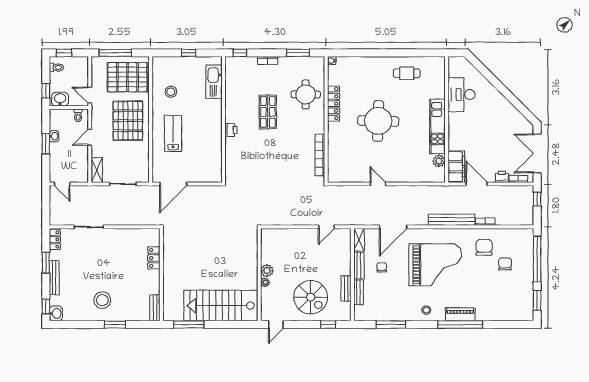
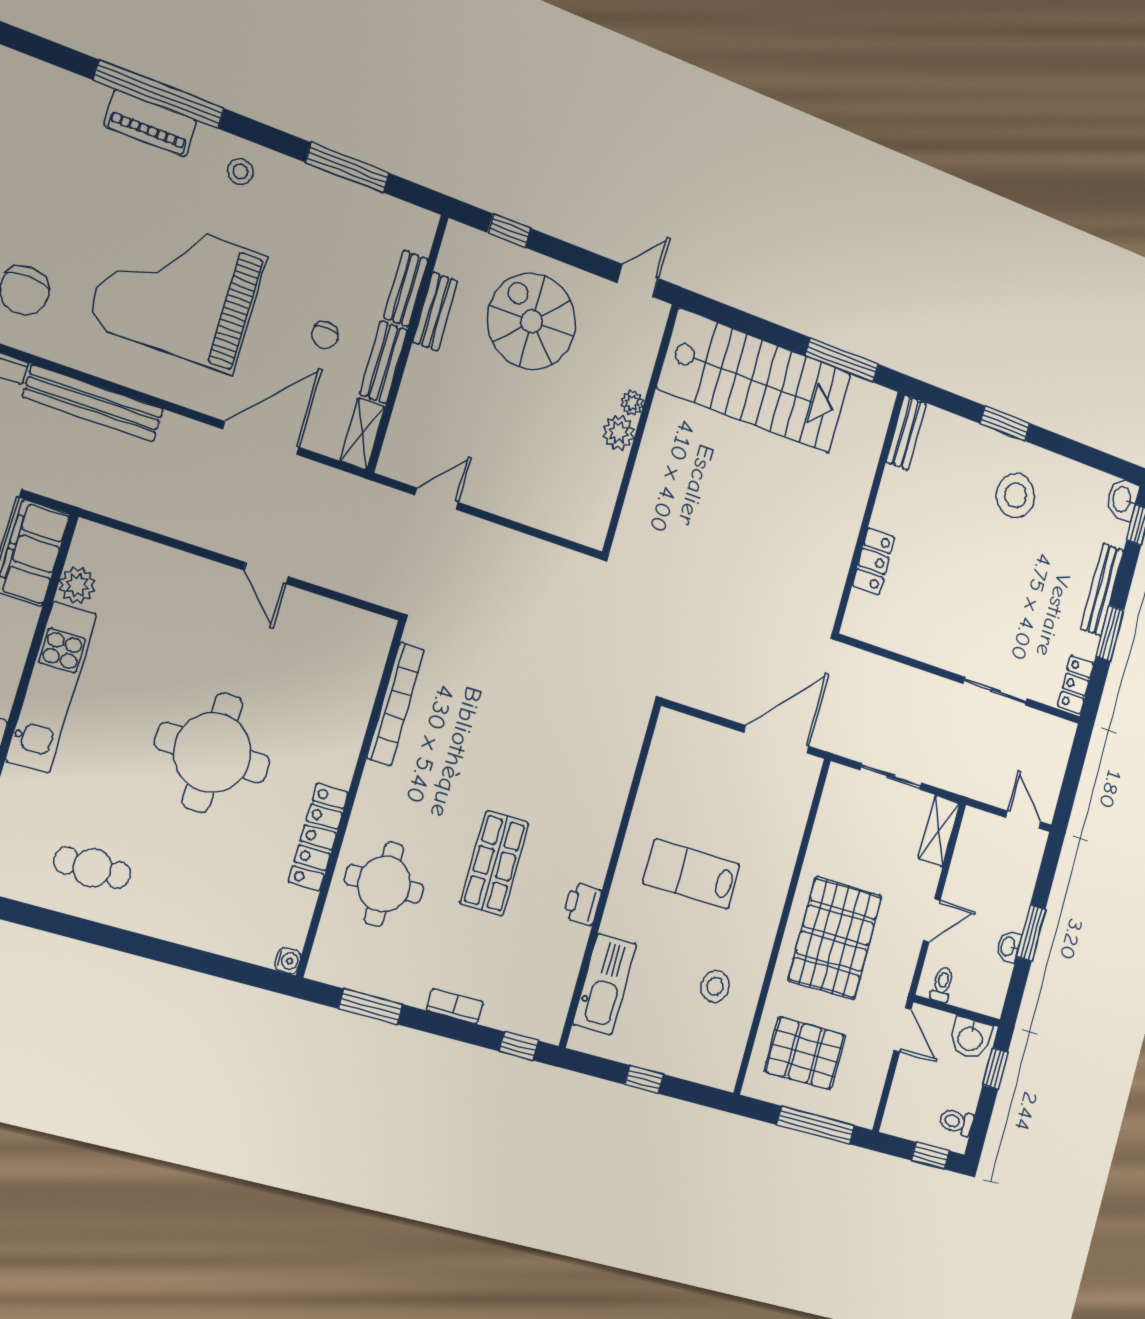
pallet: (127, 77) -> (805, 1053), width x0.73, depth x0.71
printer: (231, 130) -> (582, 904), moved
lab bench: (173, 133) -> (691, 874), moved, turned 90

